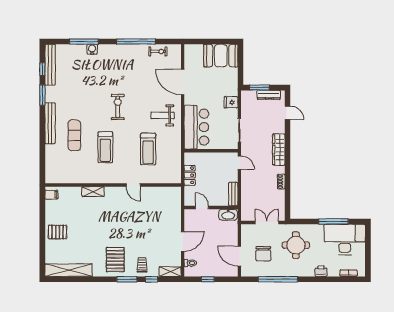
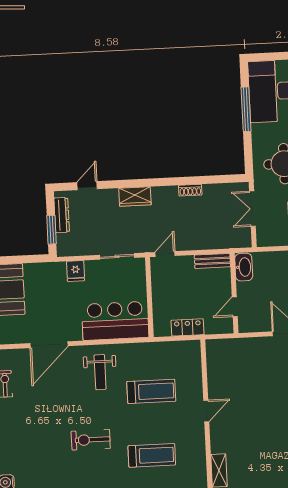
wardrobe: (279, 150) -> (135, 197), width x0.67

